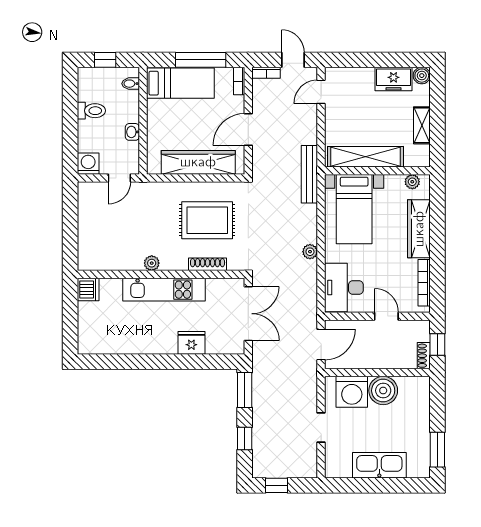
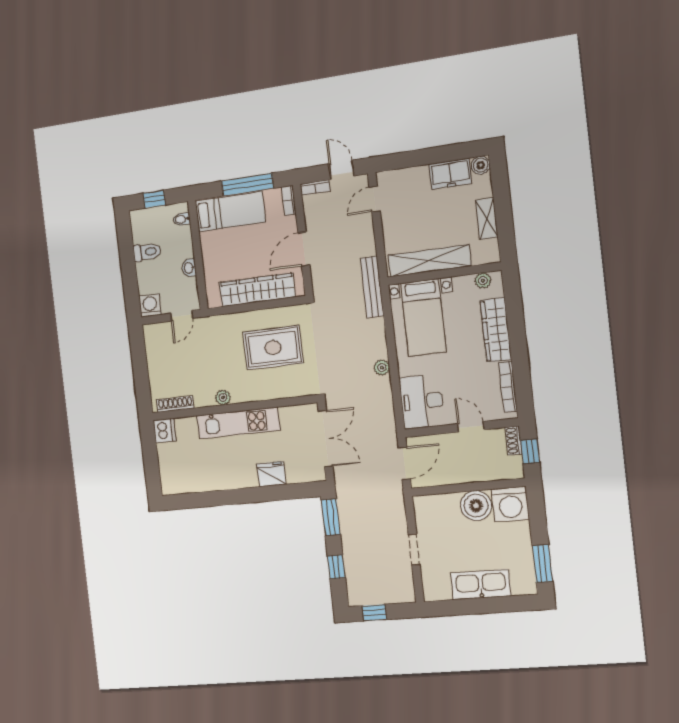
shoe rack: (208, 264) -> (175, 404), moved
shoe rack: (424, 356) -> (514, 441), moved
washing machine: (352, 392) -> (510, 504), moved

